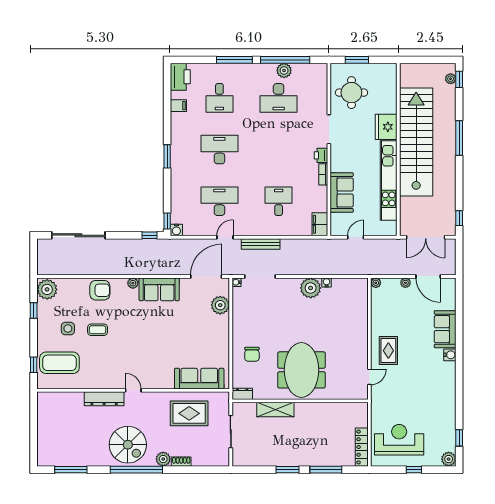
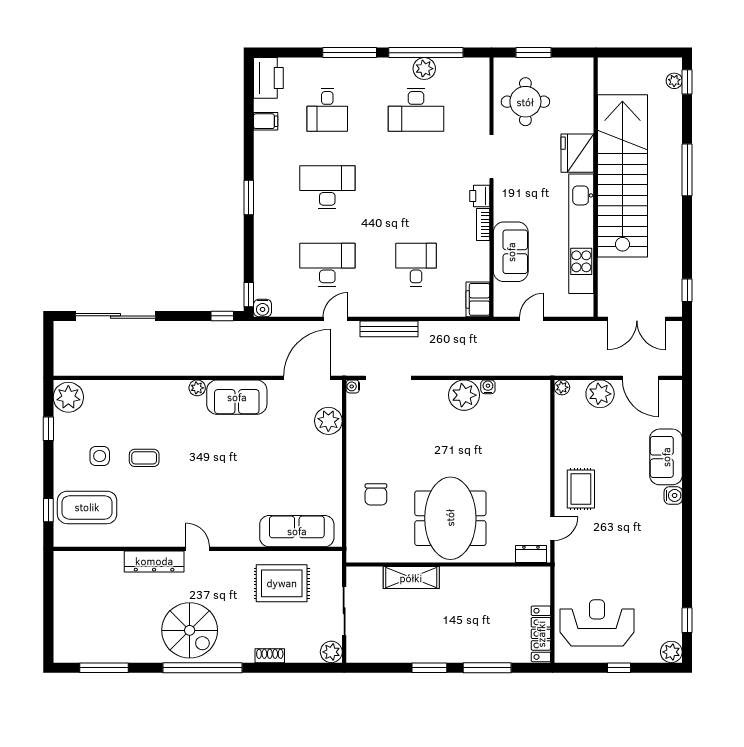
plant: (405, 283) -> (600, 394), width x1.88, depth x1.88
armchair: (100, 290) -> (148, 398), removed
dresser: (242, 394) -> (531, 554), moved
plant: (163, 459) -> (331, 652), moved

